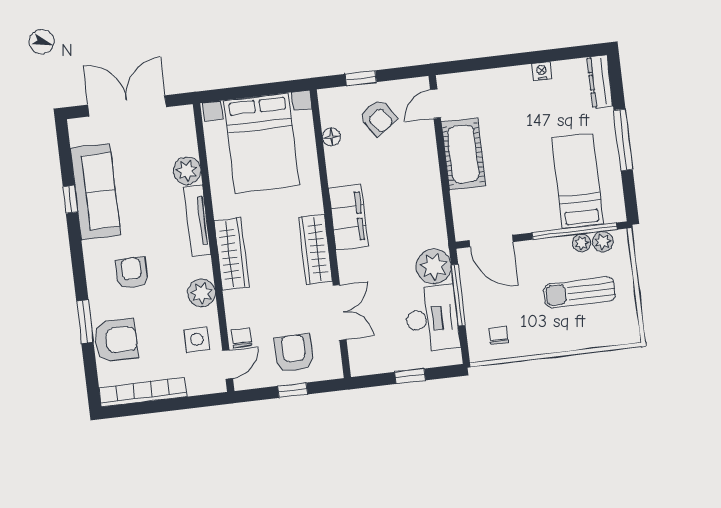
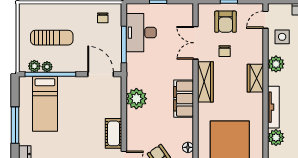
cot: (463, 154) -> (114, 133), width x0.73, depth x0.75
wardrobe: (232, 254) -> (255, 78), width x0.67
plant: (434, 266) -> (136, 99), moved
chair: (242, 338) -> (225, 51), moved

